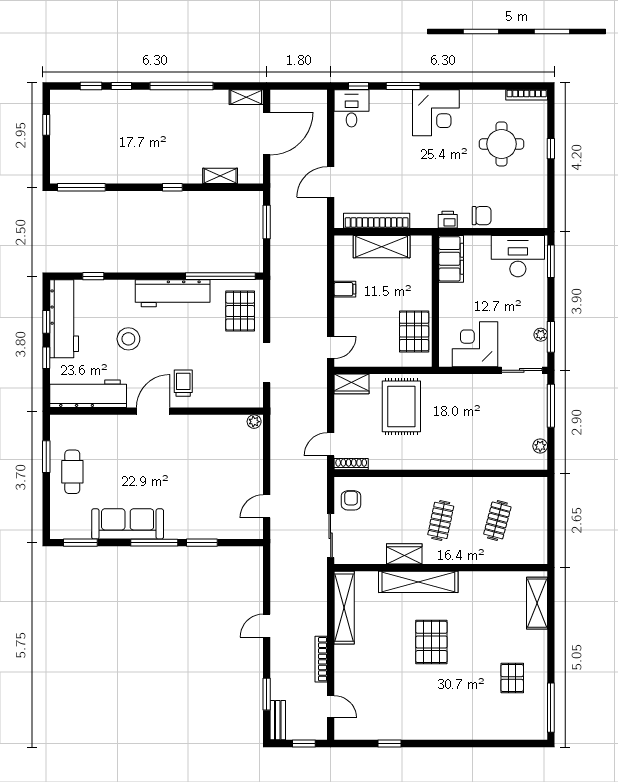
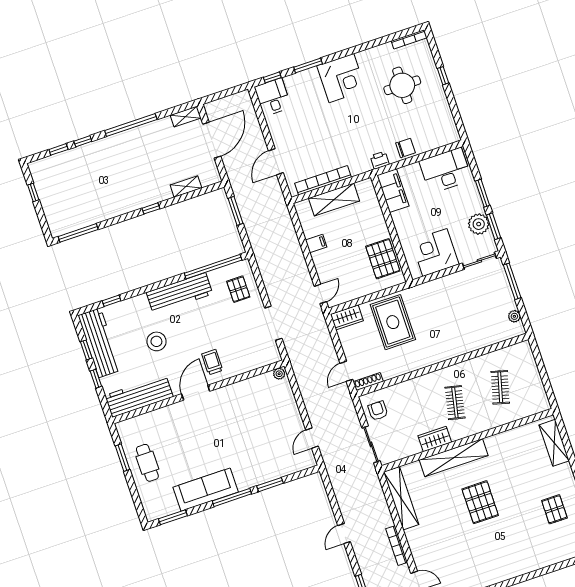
window: (551, 261) -> (483, 193), moved
pallet: (240, 311) -> (238, 289), width x0.67, depth x0.71
plant: (541, 335) -> (479, 224), width x1.88, depth x1.88

